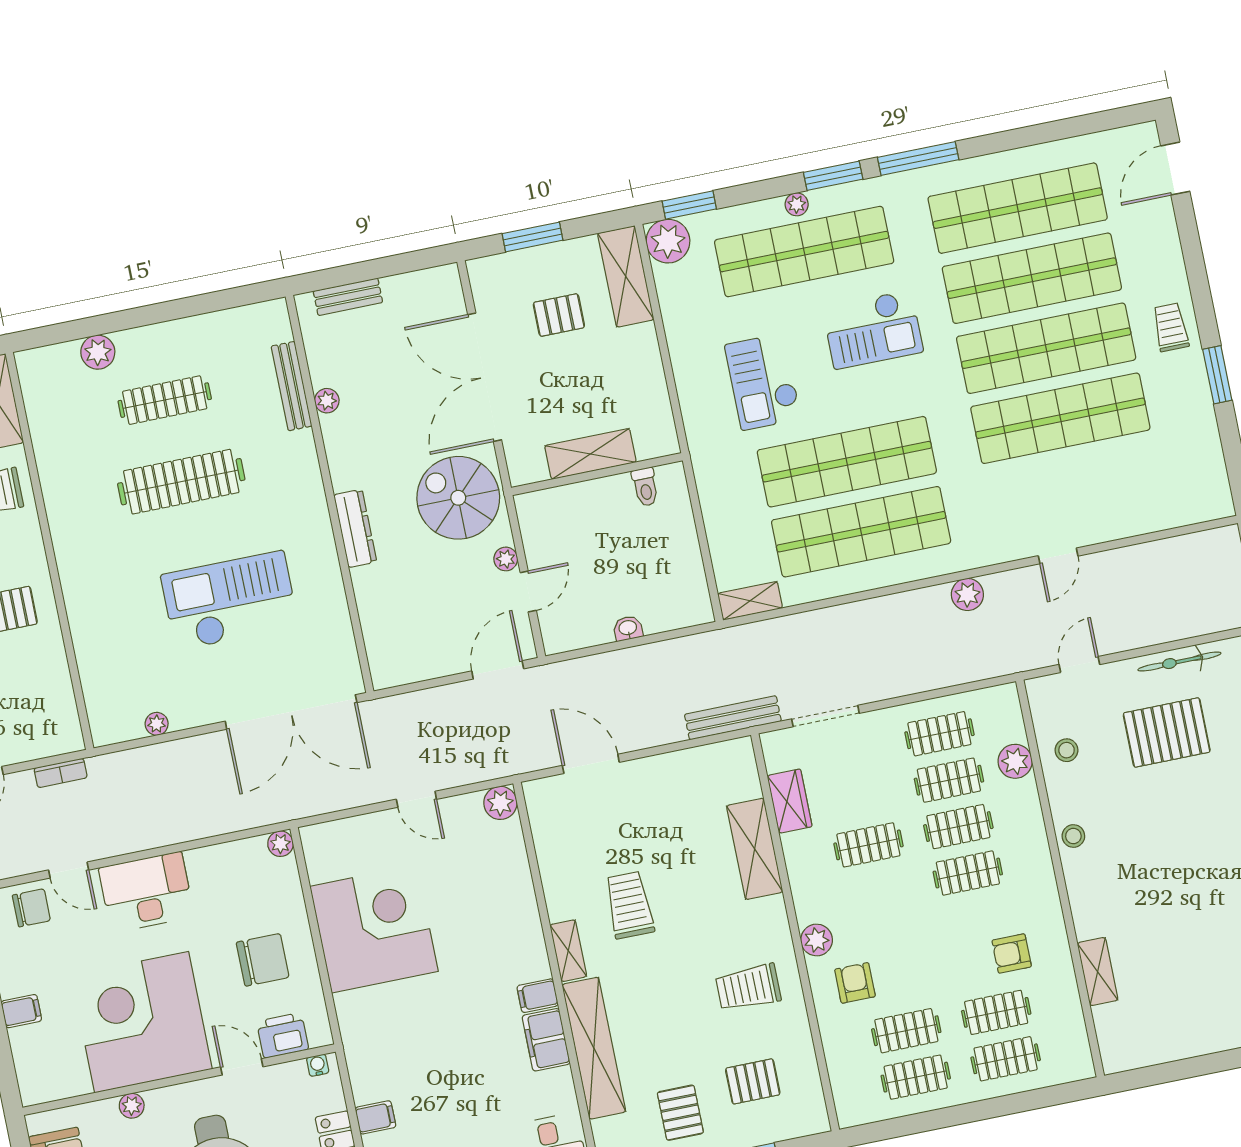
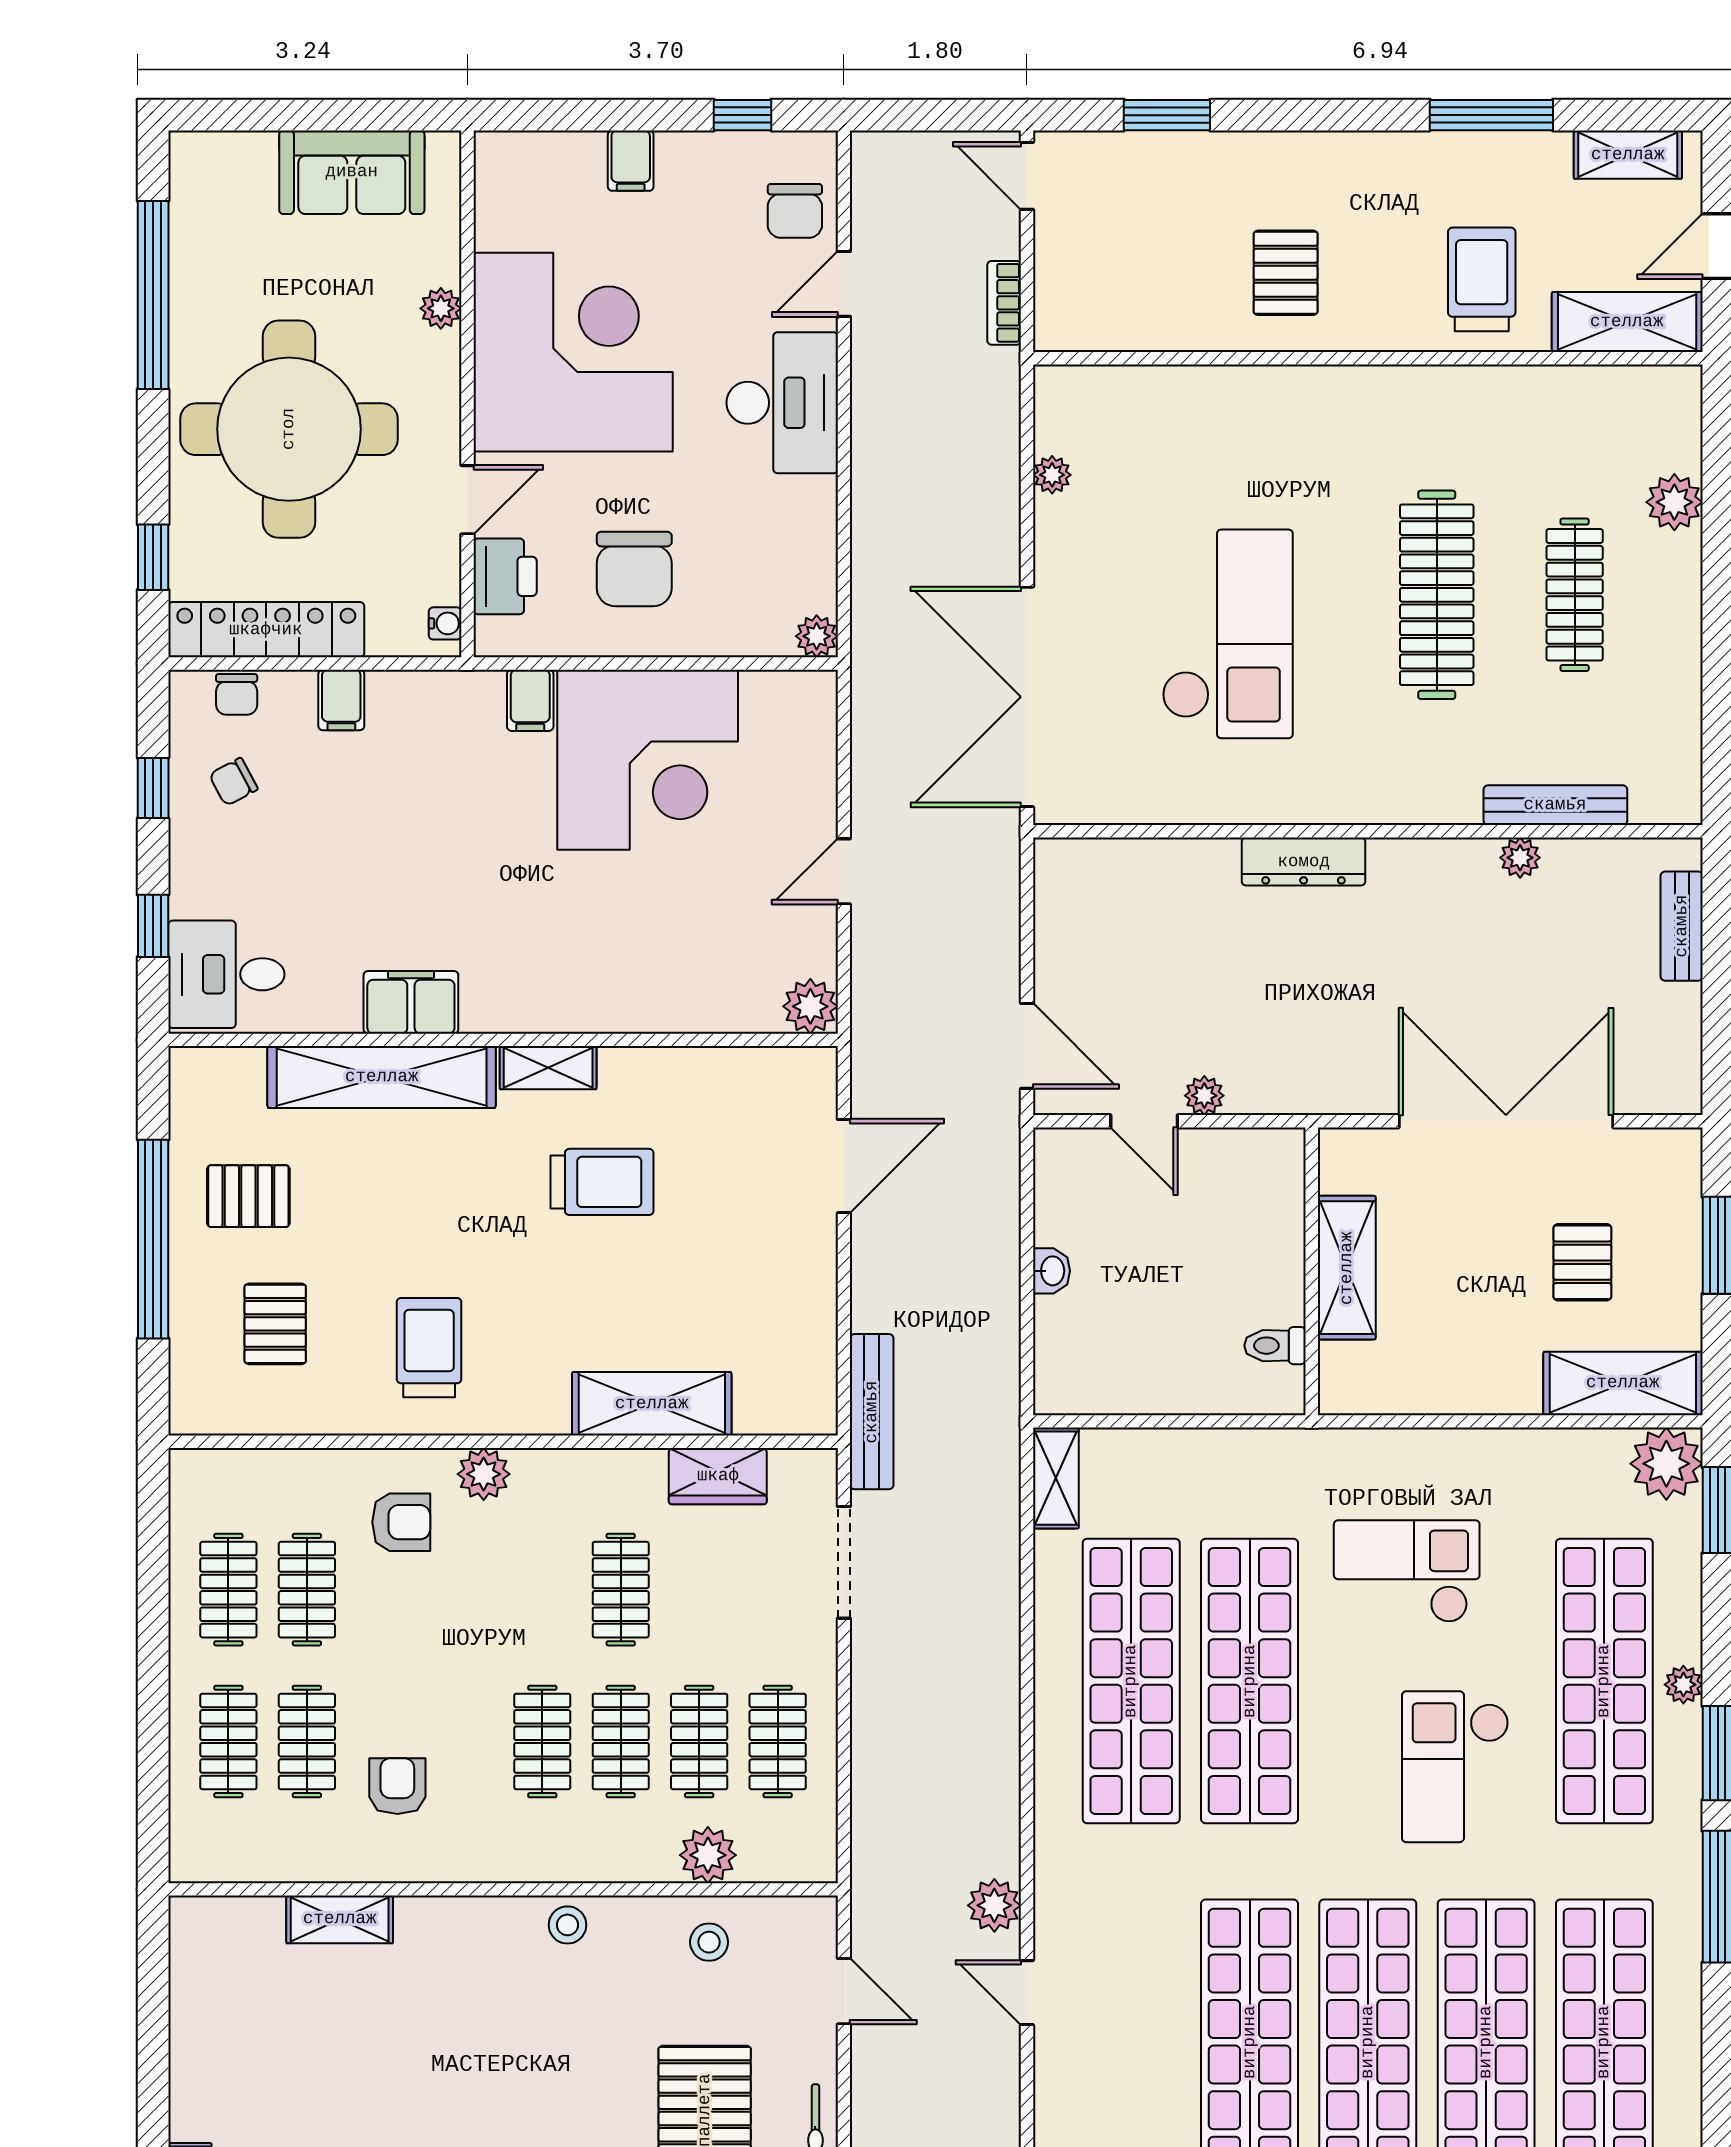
spiral stairs: (458, 498) -> (1319, 1039), removed
plant: (967, 594) -> (994, 1905), moved
filing cabinet: (538, 996) -> (530, 700), moved, turned 180

